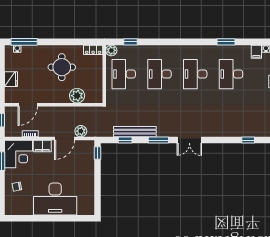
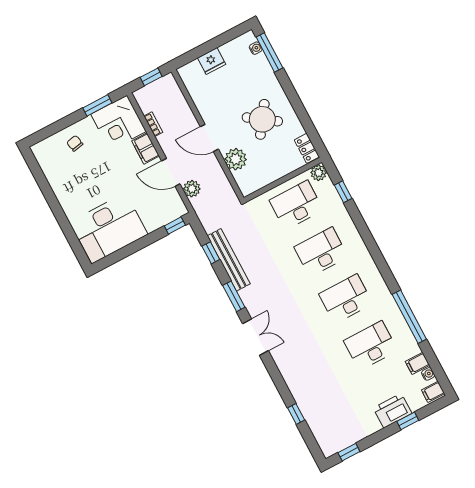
window: (226, 42) -> (409, 317), width x2.11
round table: (62, 67) -> (262, 119), turned 35
door: (28, 105) -> (209, 138), moved
double door: (189, 140) -> (255, 337), swing flipped
desk: (55, 199) -> (109, 228), moved, turned -90

